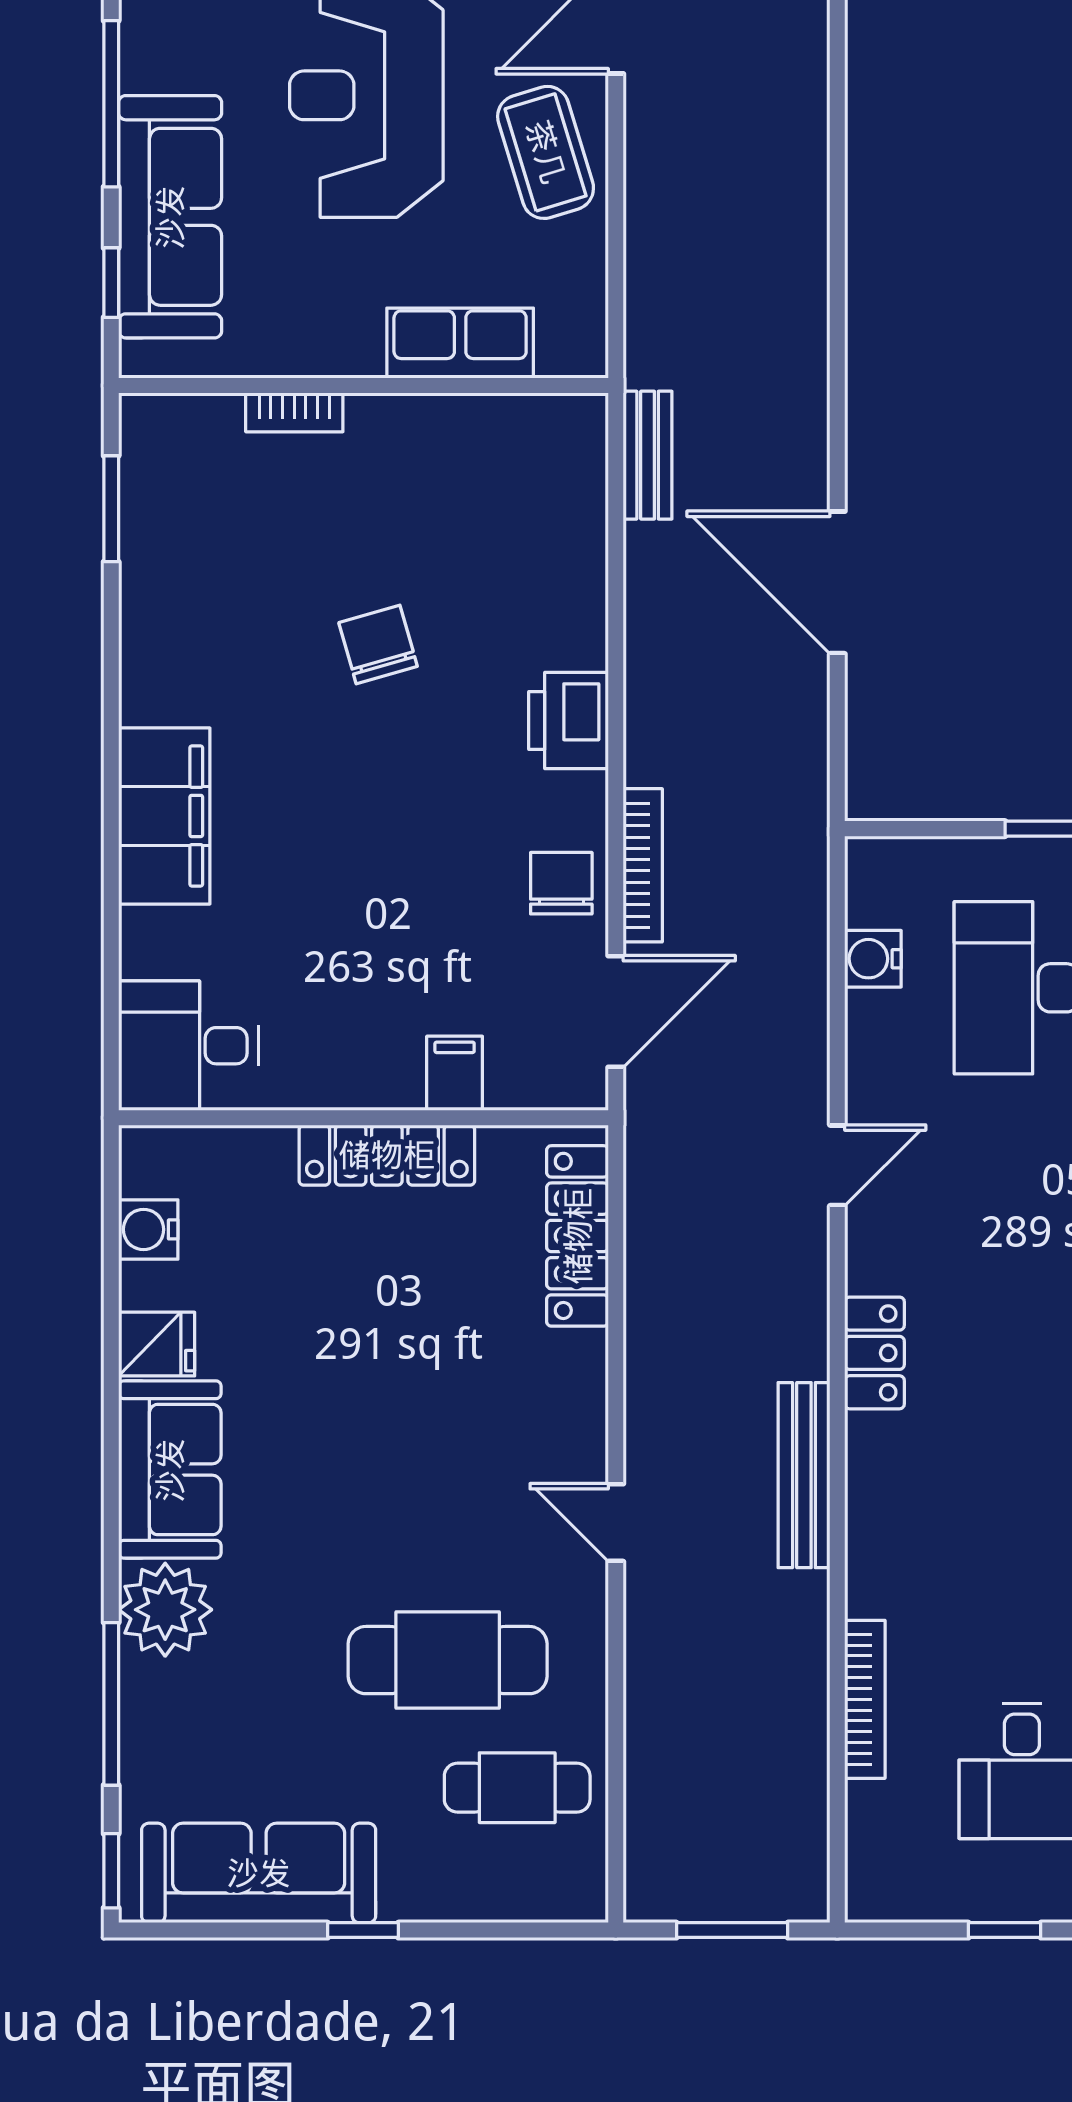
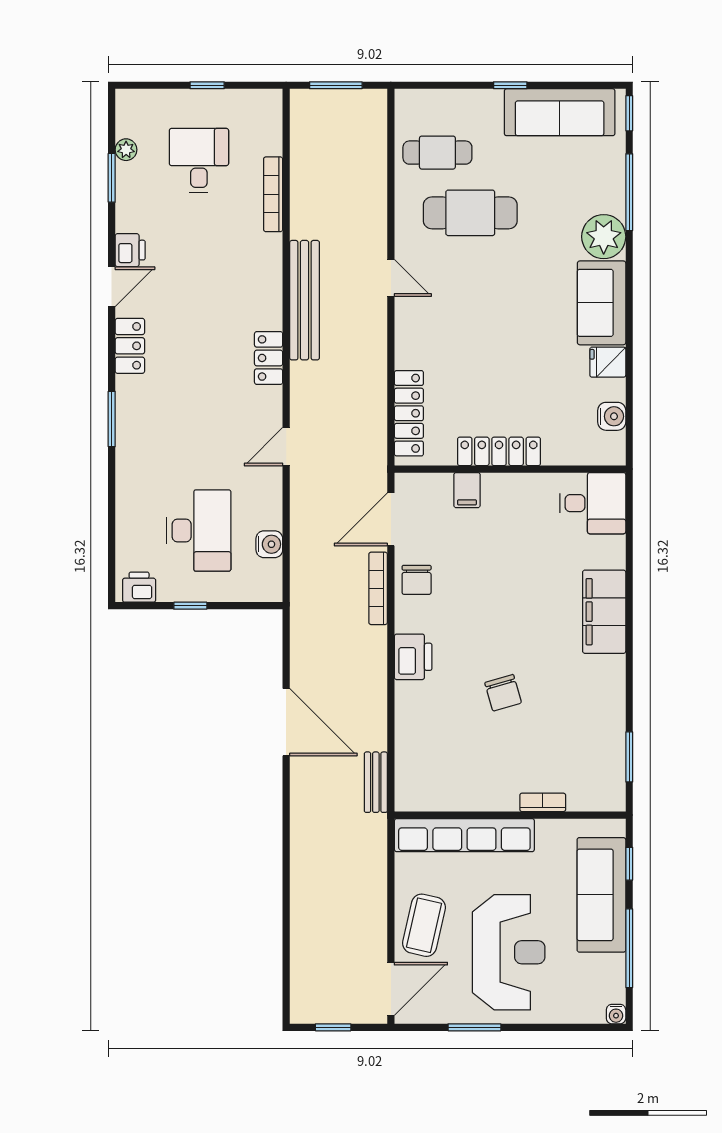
coffee table: (546, 152) -> (424, 925), turned 30
row of seats: (460, 343) -> (464, 835), width x2.02
bench: (804, 1475) -> (305, 300), width x1.37, depth x1.21

